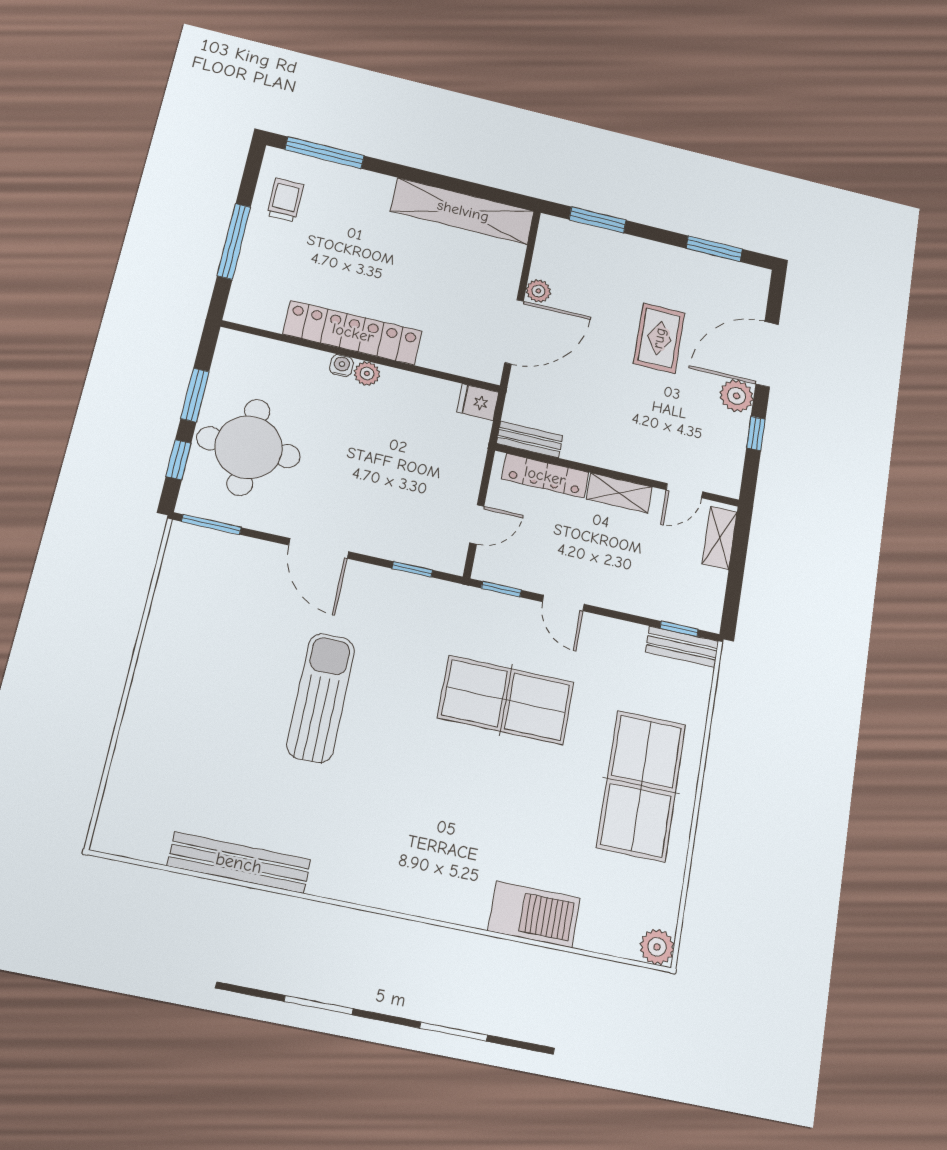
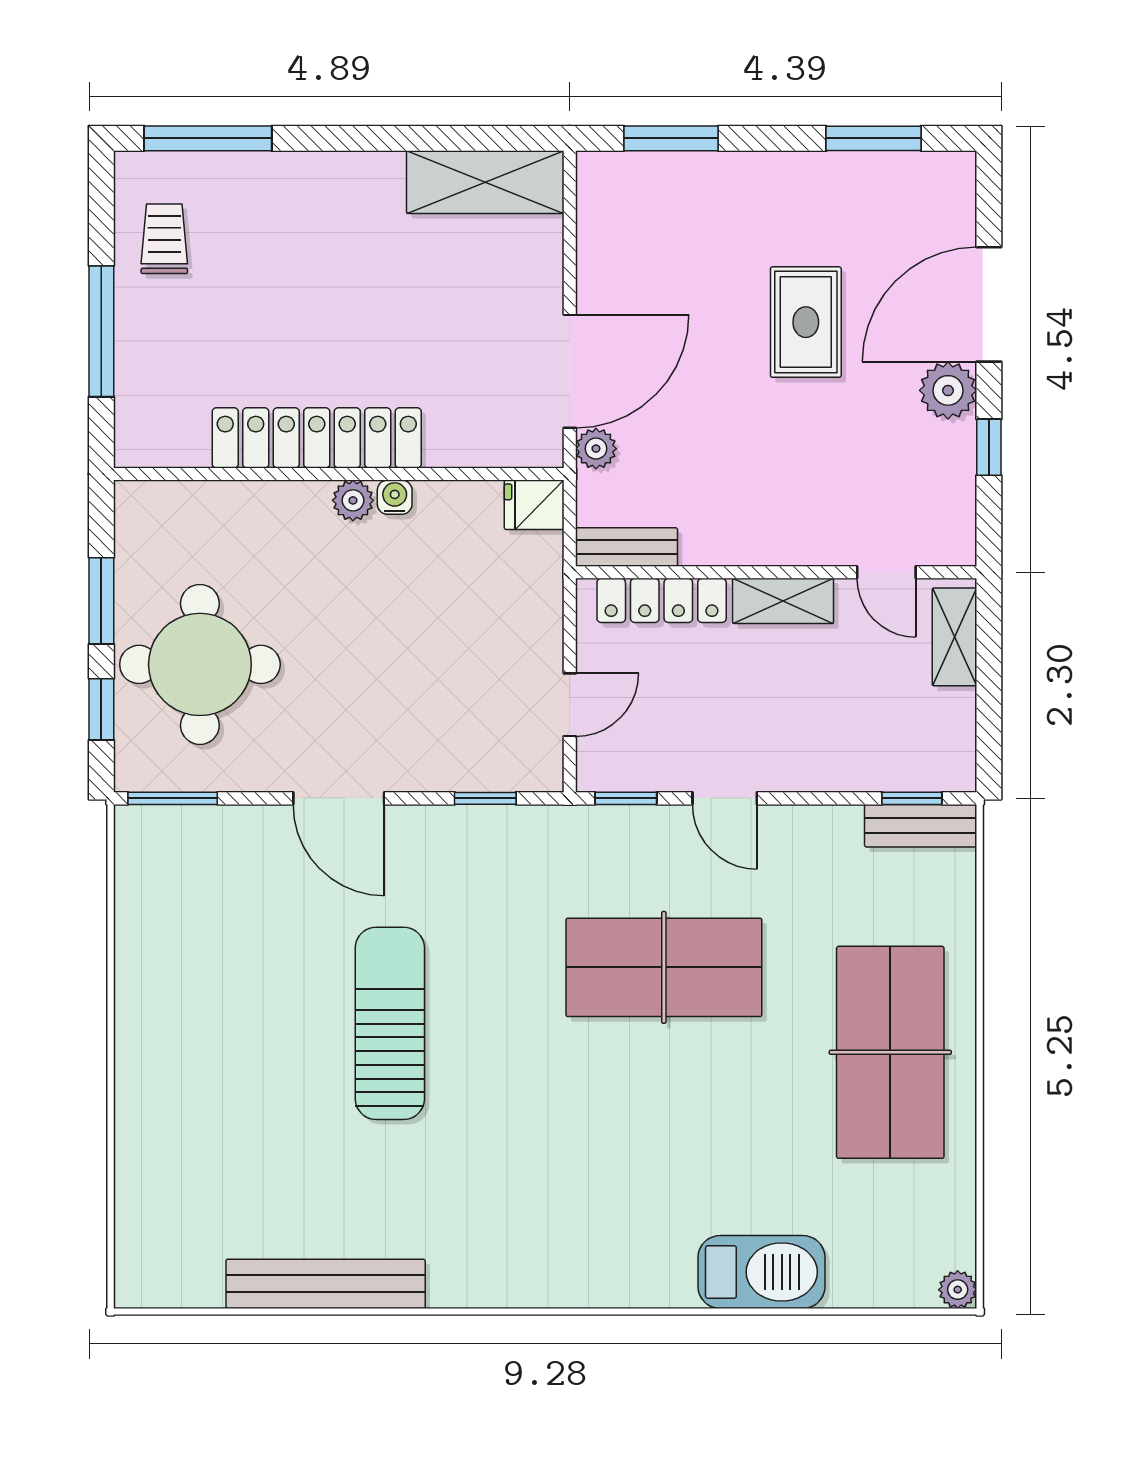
shelving: (463, 211) -> (485, 182), width x0.68
plant: (538, 291) -> (596, 449), moved
water cooler: (342, 366) -> (395, 497), moved
door: (684, 491) -> (886, 572), hinge flipped
plant: (657, 947) -> (958, 1290), width x0.73, depth x0.73

